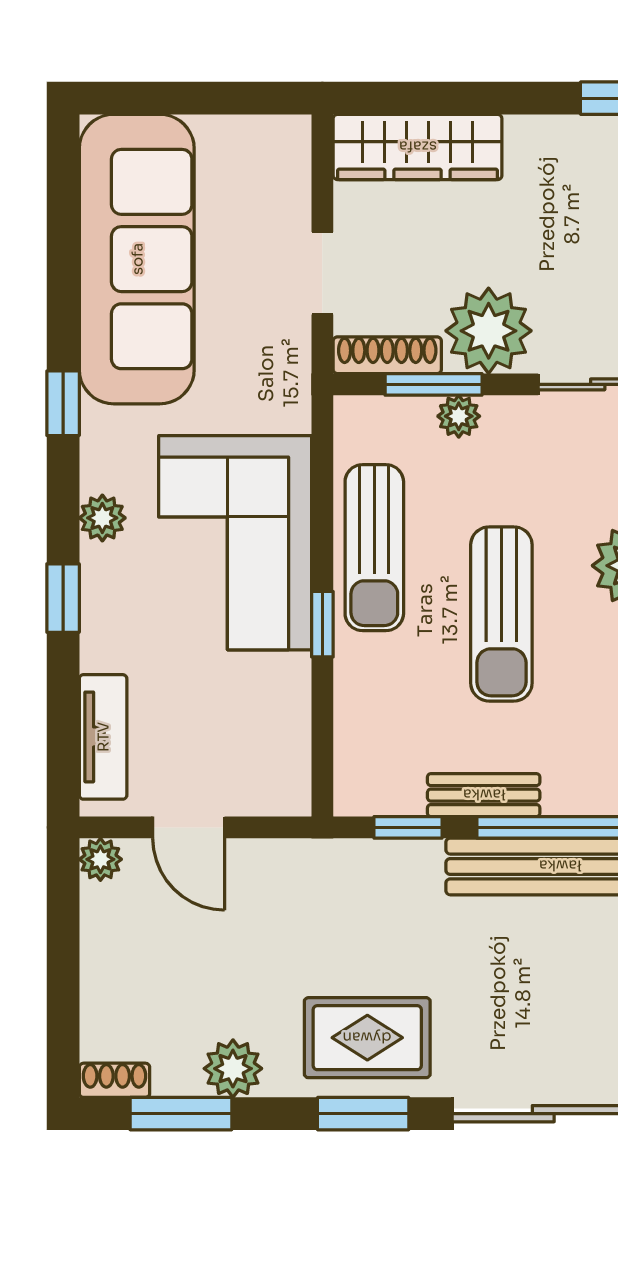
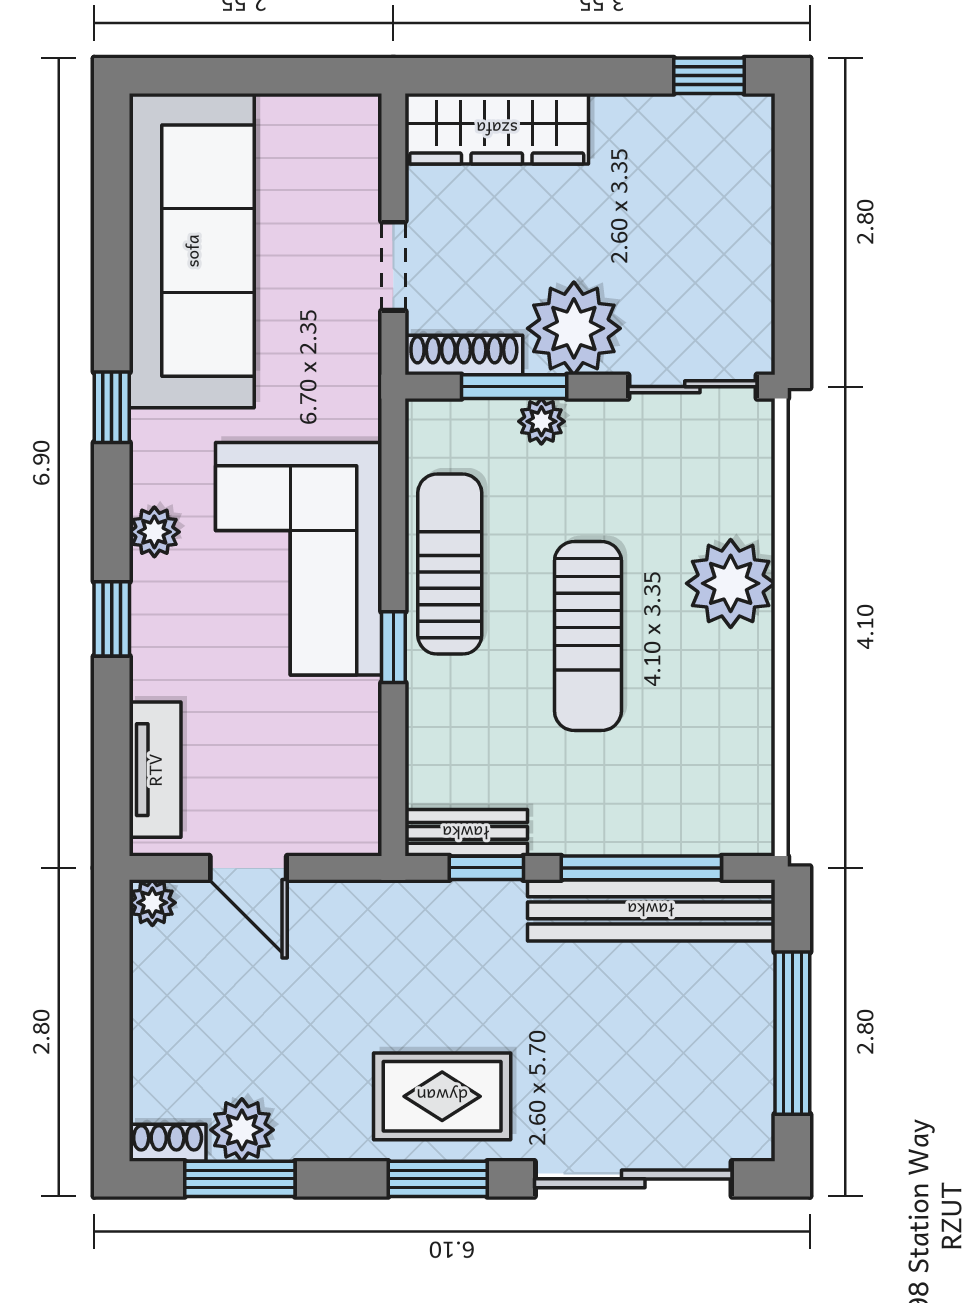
sun lounger: (374, 548) -> (450, 564), turned 180
bench: (484, 795) -> (466, 833), moved
plant: (233, 1069) -> (242, 1130), moved

